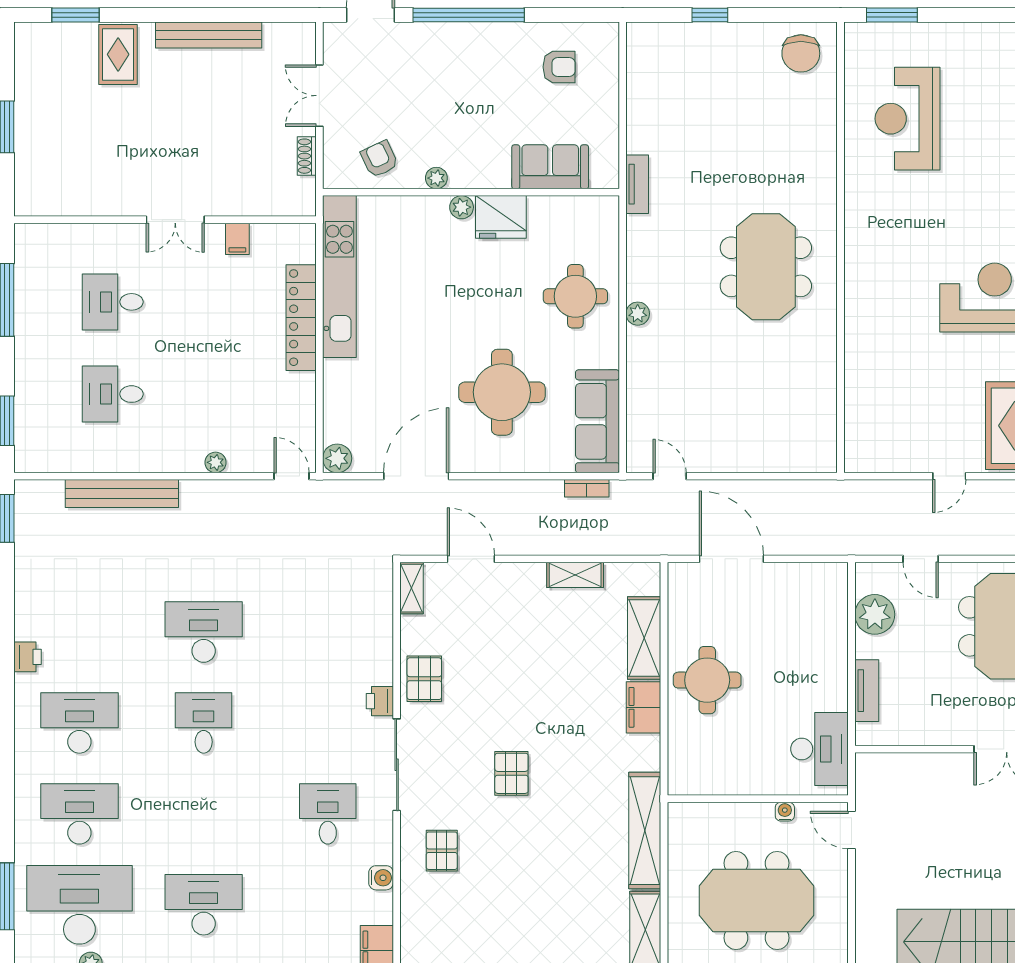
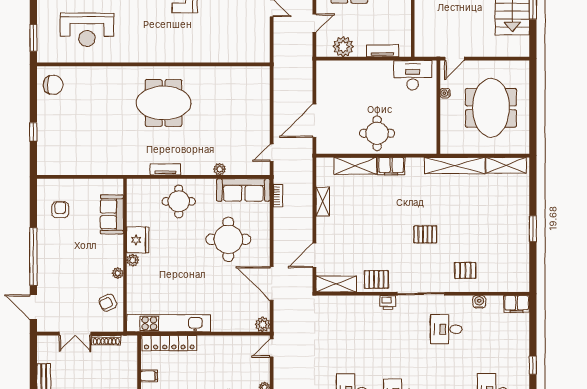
shoe rack: (307, 156) -> (106, 340), width x1.43
tv unit: (637, 184) -> (165, 169), moved
plant: (638, 314) -> (220, 169), moved
locker: (301, 318) -> (169, 343), moved
shelving: (412, 588) -> (336, 284), width x1.50, depth x1.33

